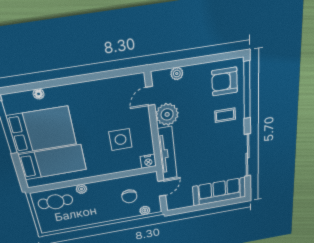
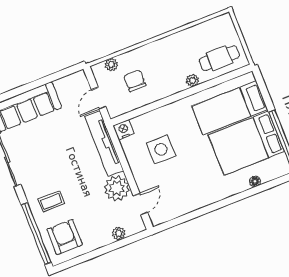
armchair: (225, 82) -> (65, 237), turned -90

